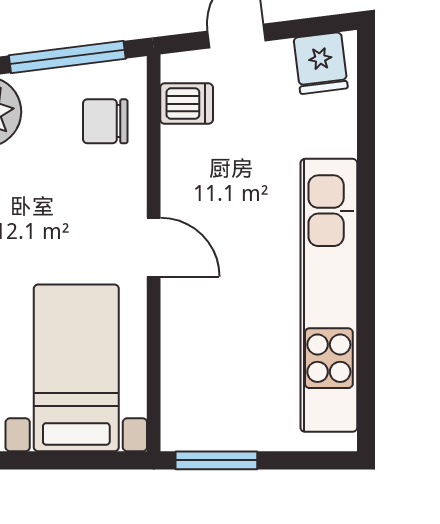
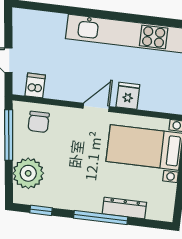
fridge: (321, 63) -> (128, 96), moved, turned -83

